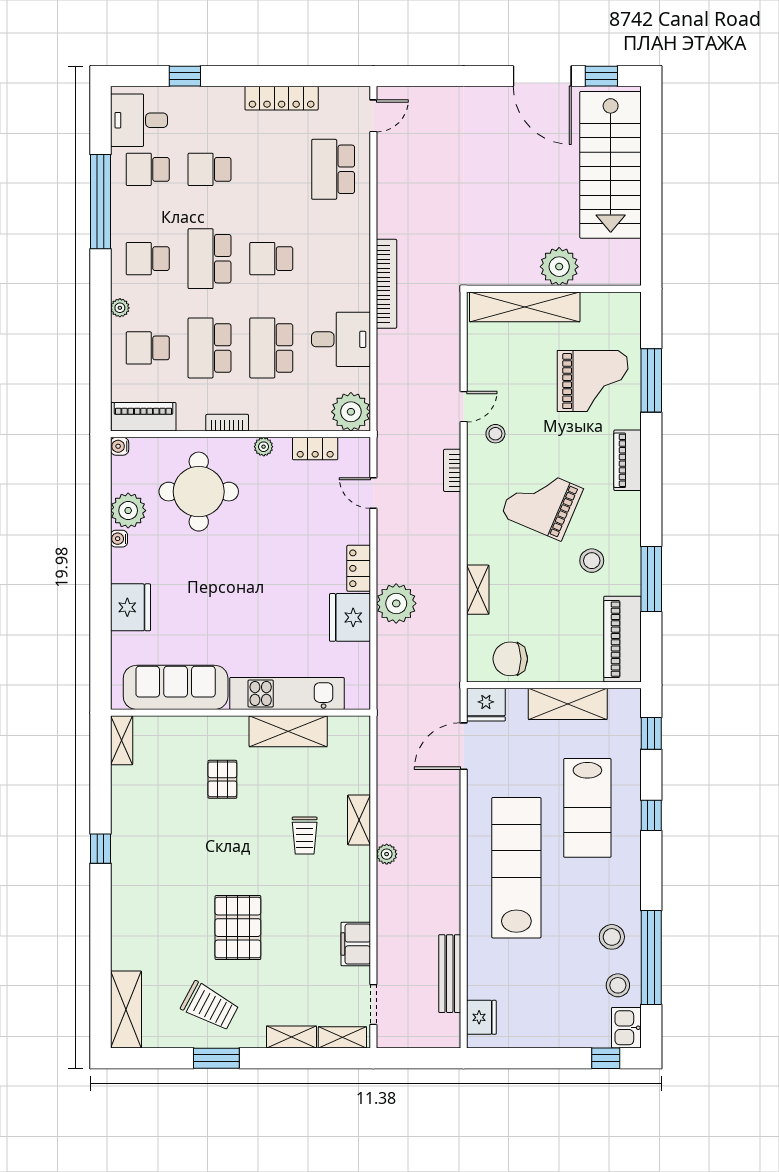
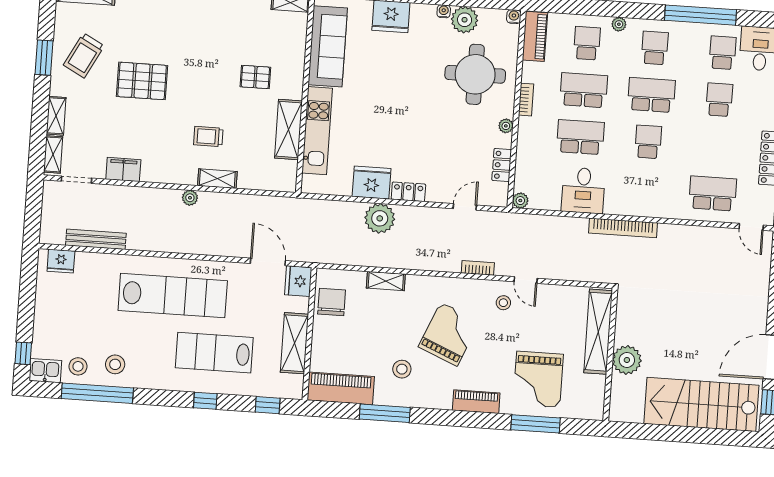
plant: (351, 412) -> (520, 201), width x0.53, depth x0.53

